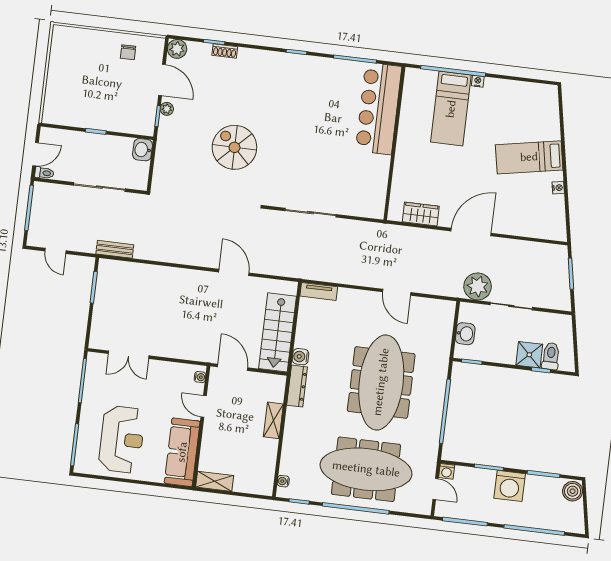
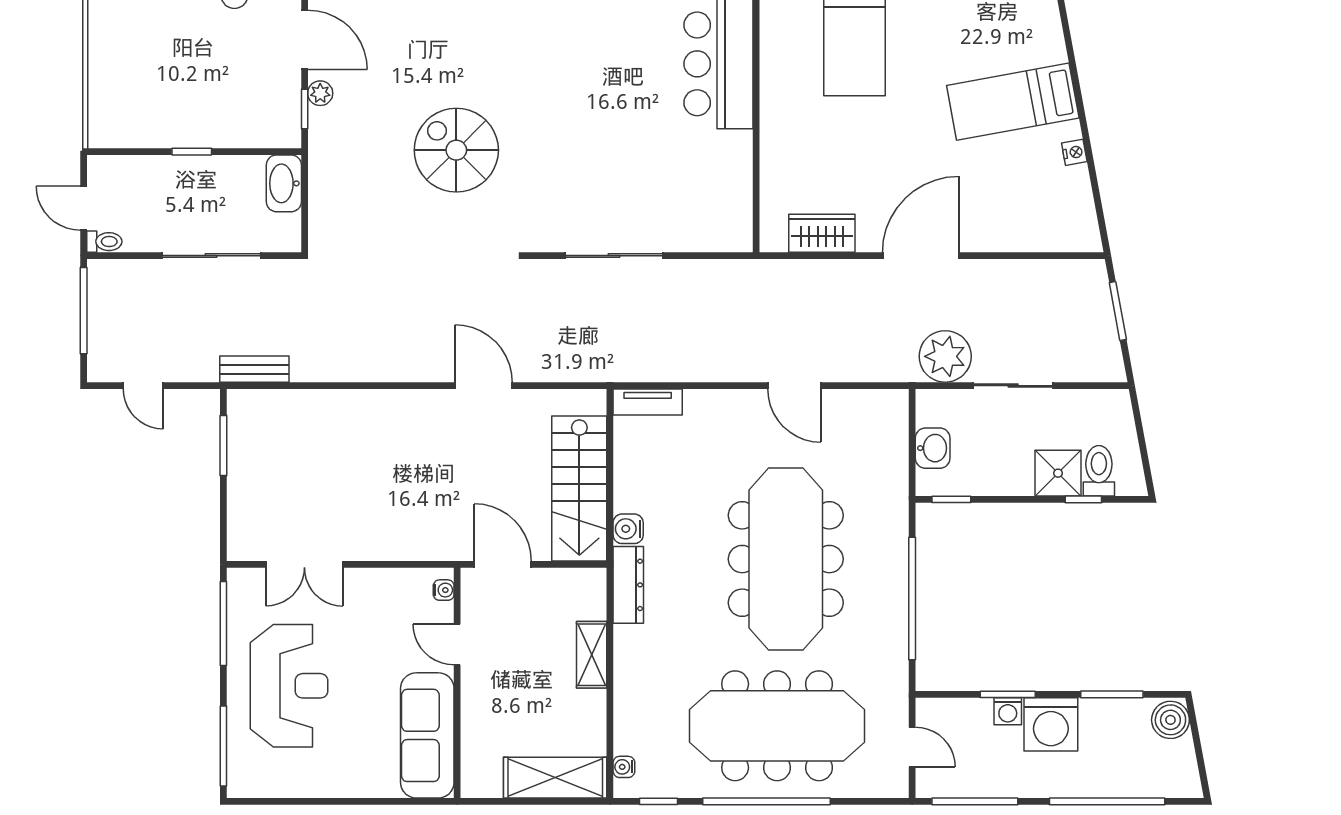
washbasin: (143, 150) -> (284, 183), width x1.38
door: (35, 154) -> (84, 208), swing flipped
reception desk: (122, 439) -> (289, 686), moved
washing machine: (447, 471) -> (1008, 711), moved
shelving: (215, 481) -> (555, 778), moved, width x1.50, depth x1.33

